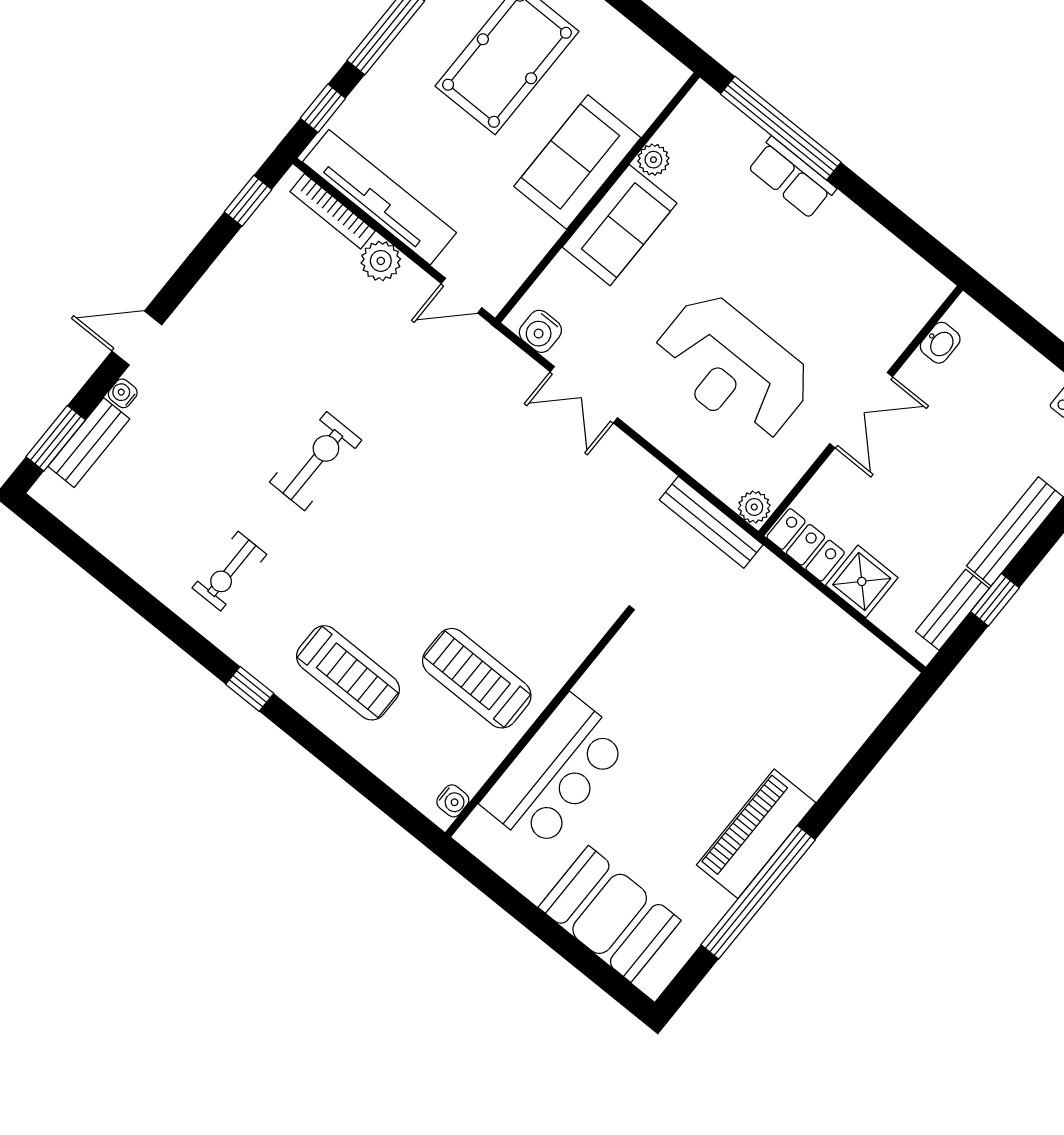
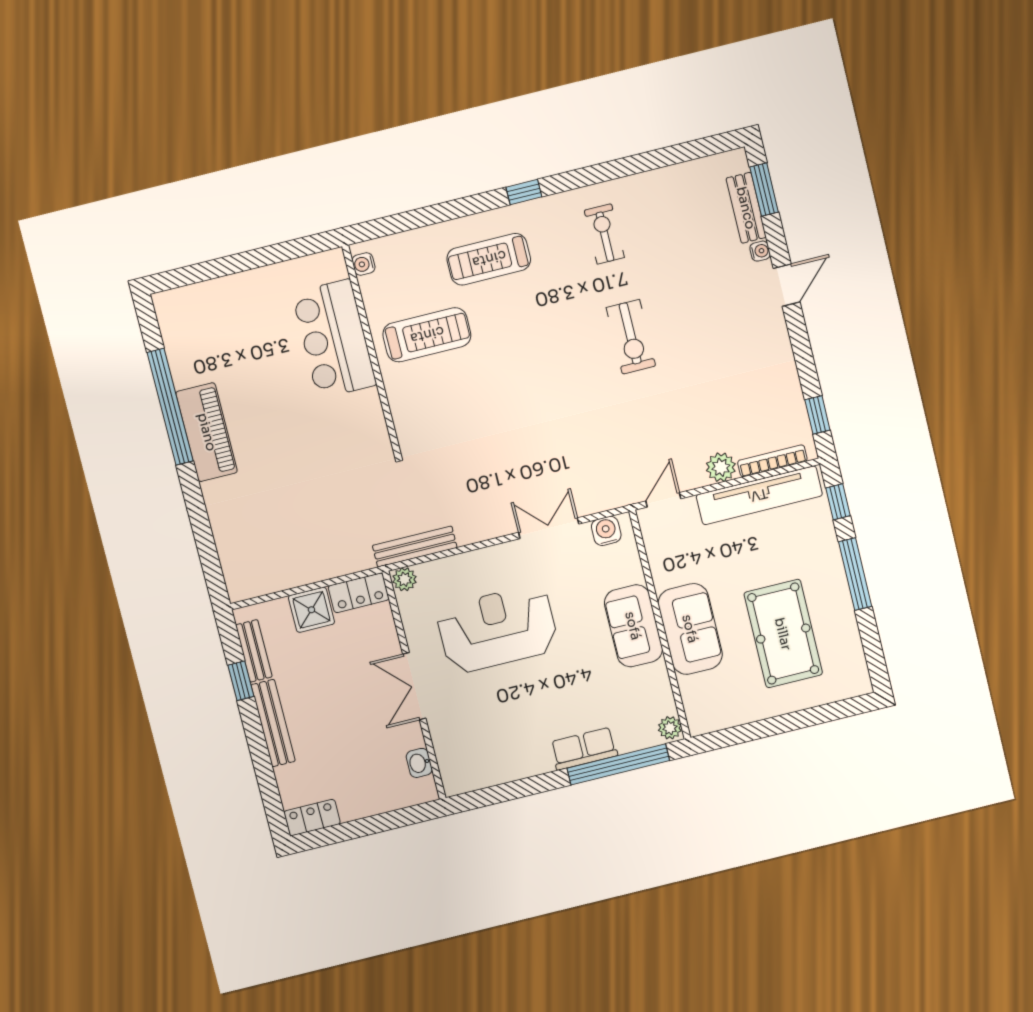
plant: (653, 160) -> (670, 728), moved
booth: (610, 914) -> (224, 307), removed

